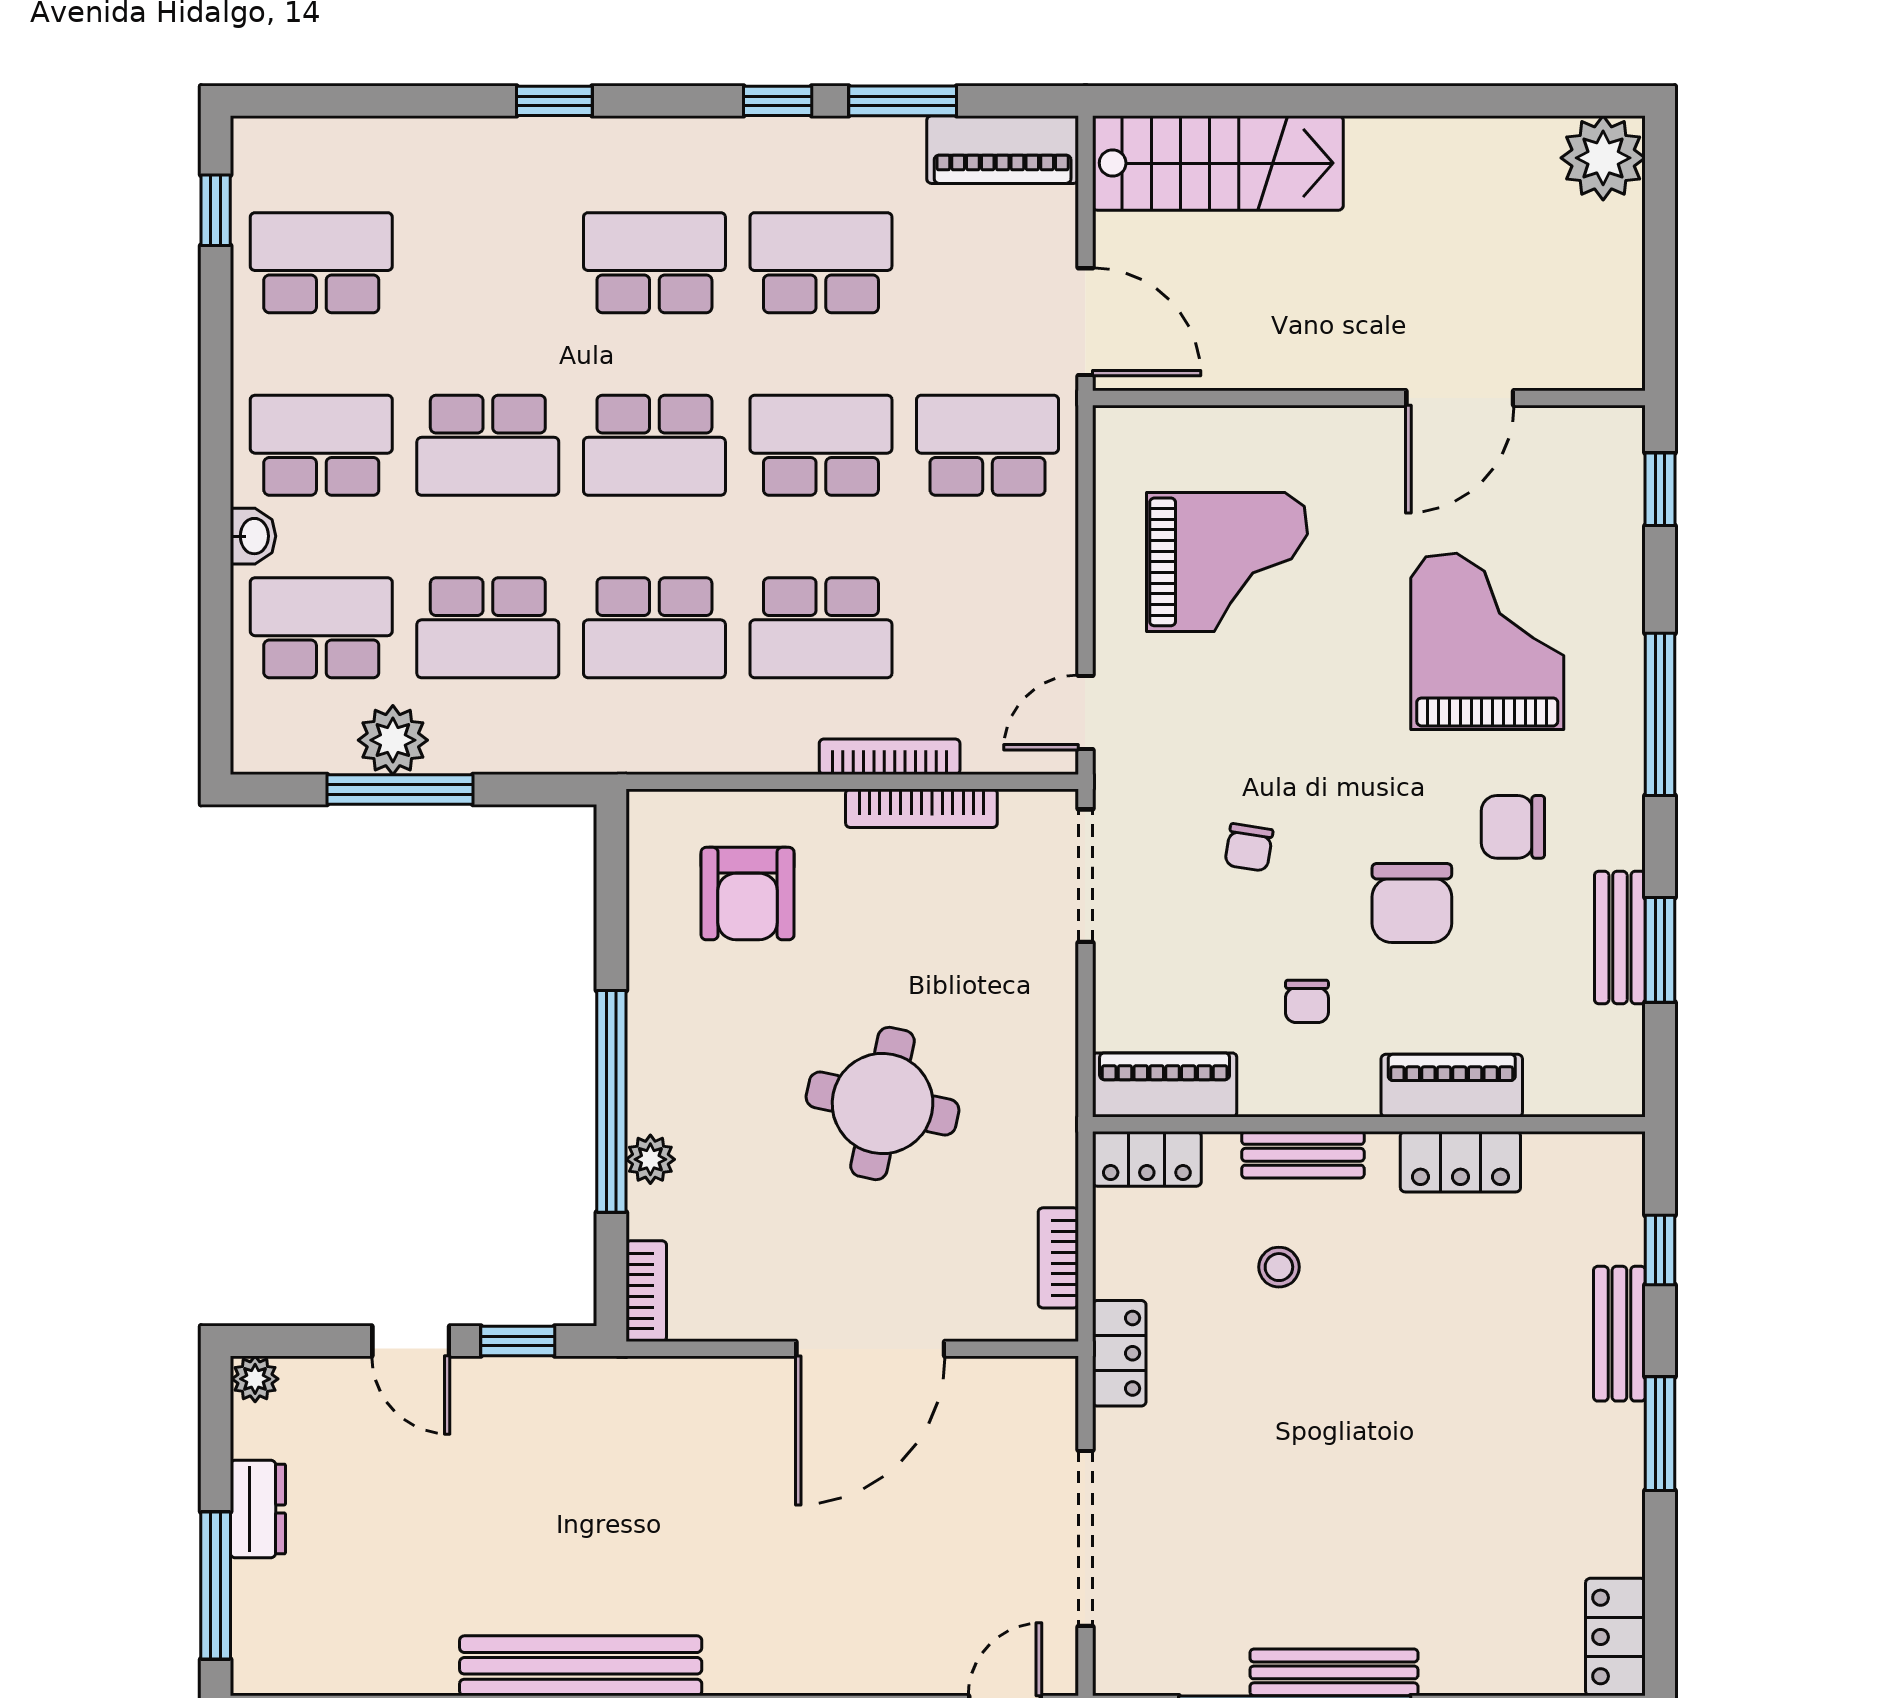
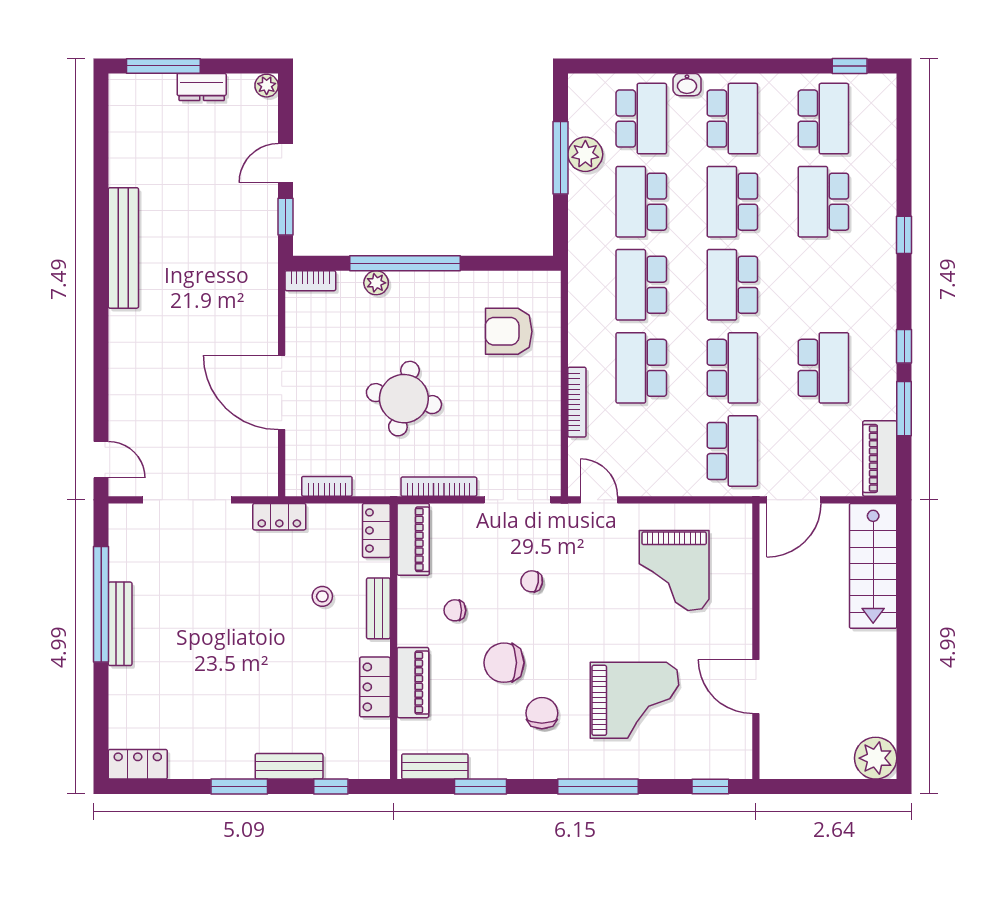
school desk: (654, 263) -> (823, 202), moved, turned 180
bookcase: (921, 808) -> (439, 487), moved, turned 90
bench: (1620, 938) -> (435, 766), moved

